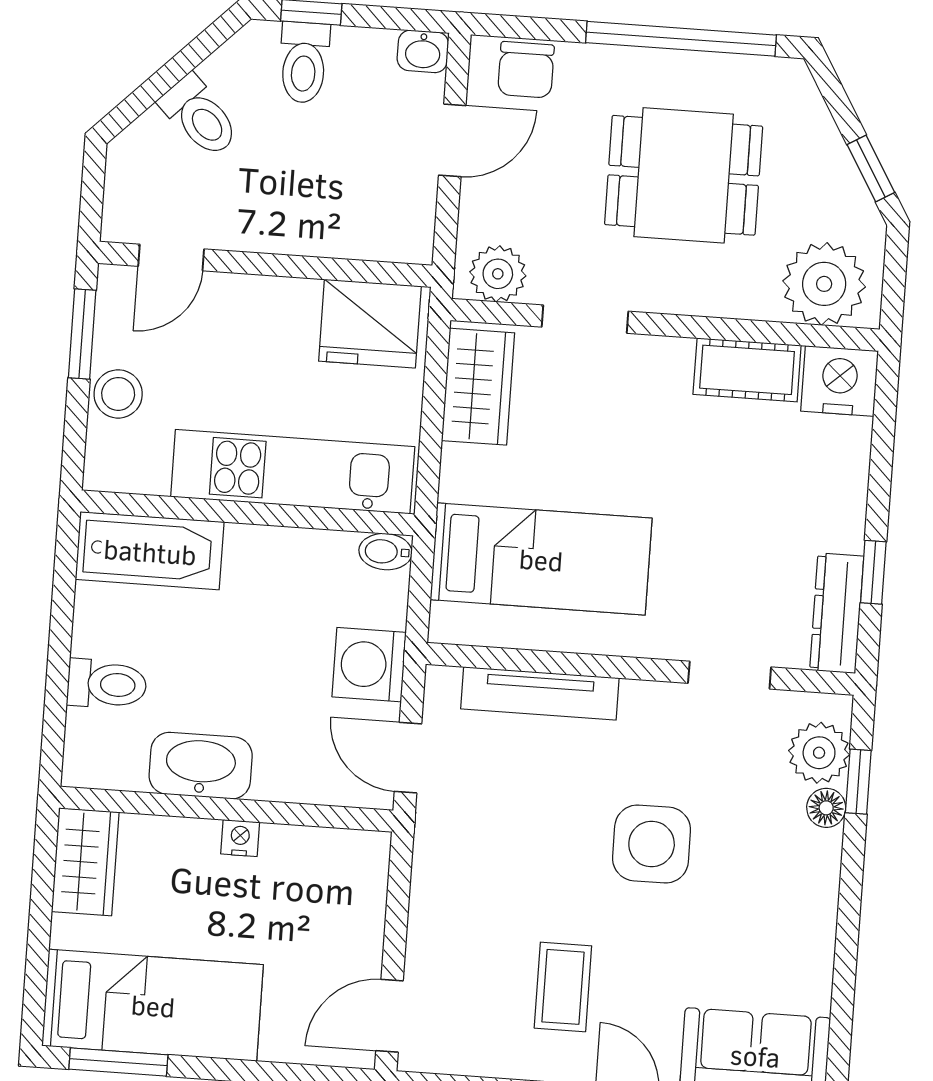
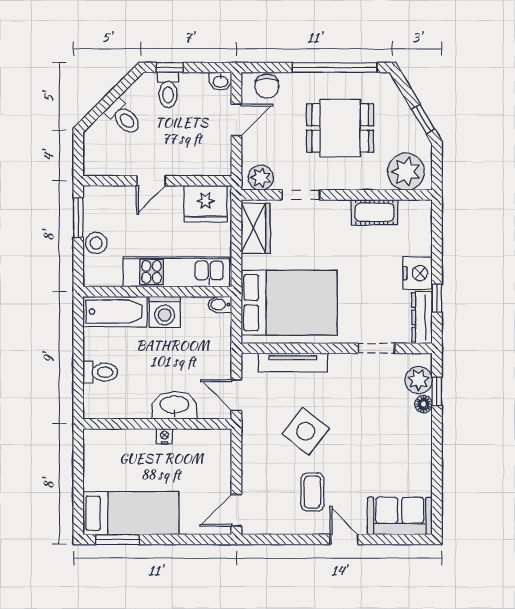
door: (171, 258) -> (151, 181), moved
nightstand: (840, 381) -> (418, 273), moved, turned 90
bed: (541, 559) -> (289, 303), width x1.50
washing machine: (369, 665) -> (165, 312), moved, turned -90
washbasin: (201, 766) -> (174, 405), moved
side table: (652, 844) -> (306, 431), moved, turned 38
wardrobe: (85, 862) -> (96, 452), removed

